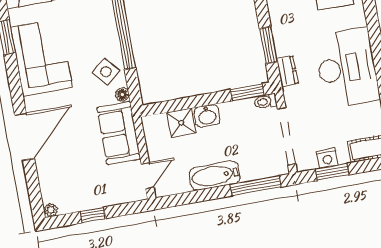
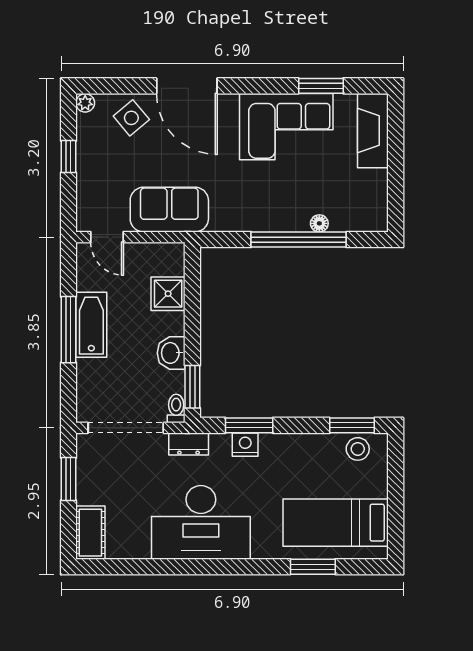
dresser: (287, 71) -> (189, 444), moved
side table: (106, 72) -> (131, 118), moved
floor lamp: (122, 94) -> (319, 223), moved
washbasin: (207, 116) -> (171, 353), moved
nightstand: (327, 158) -> (245, 445), moved, turned 90
window: (256, 186) -> (68, 330), moved

